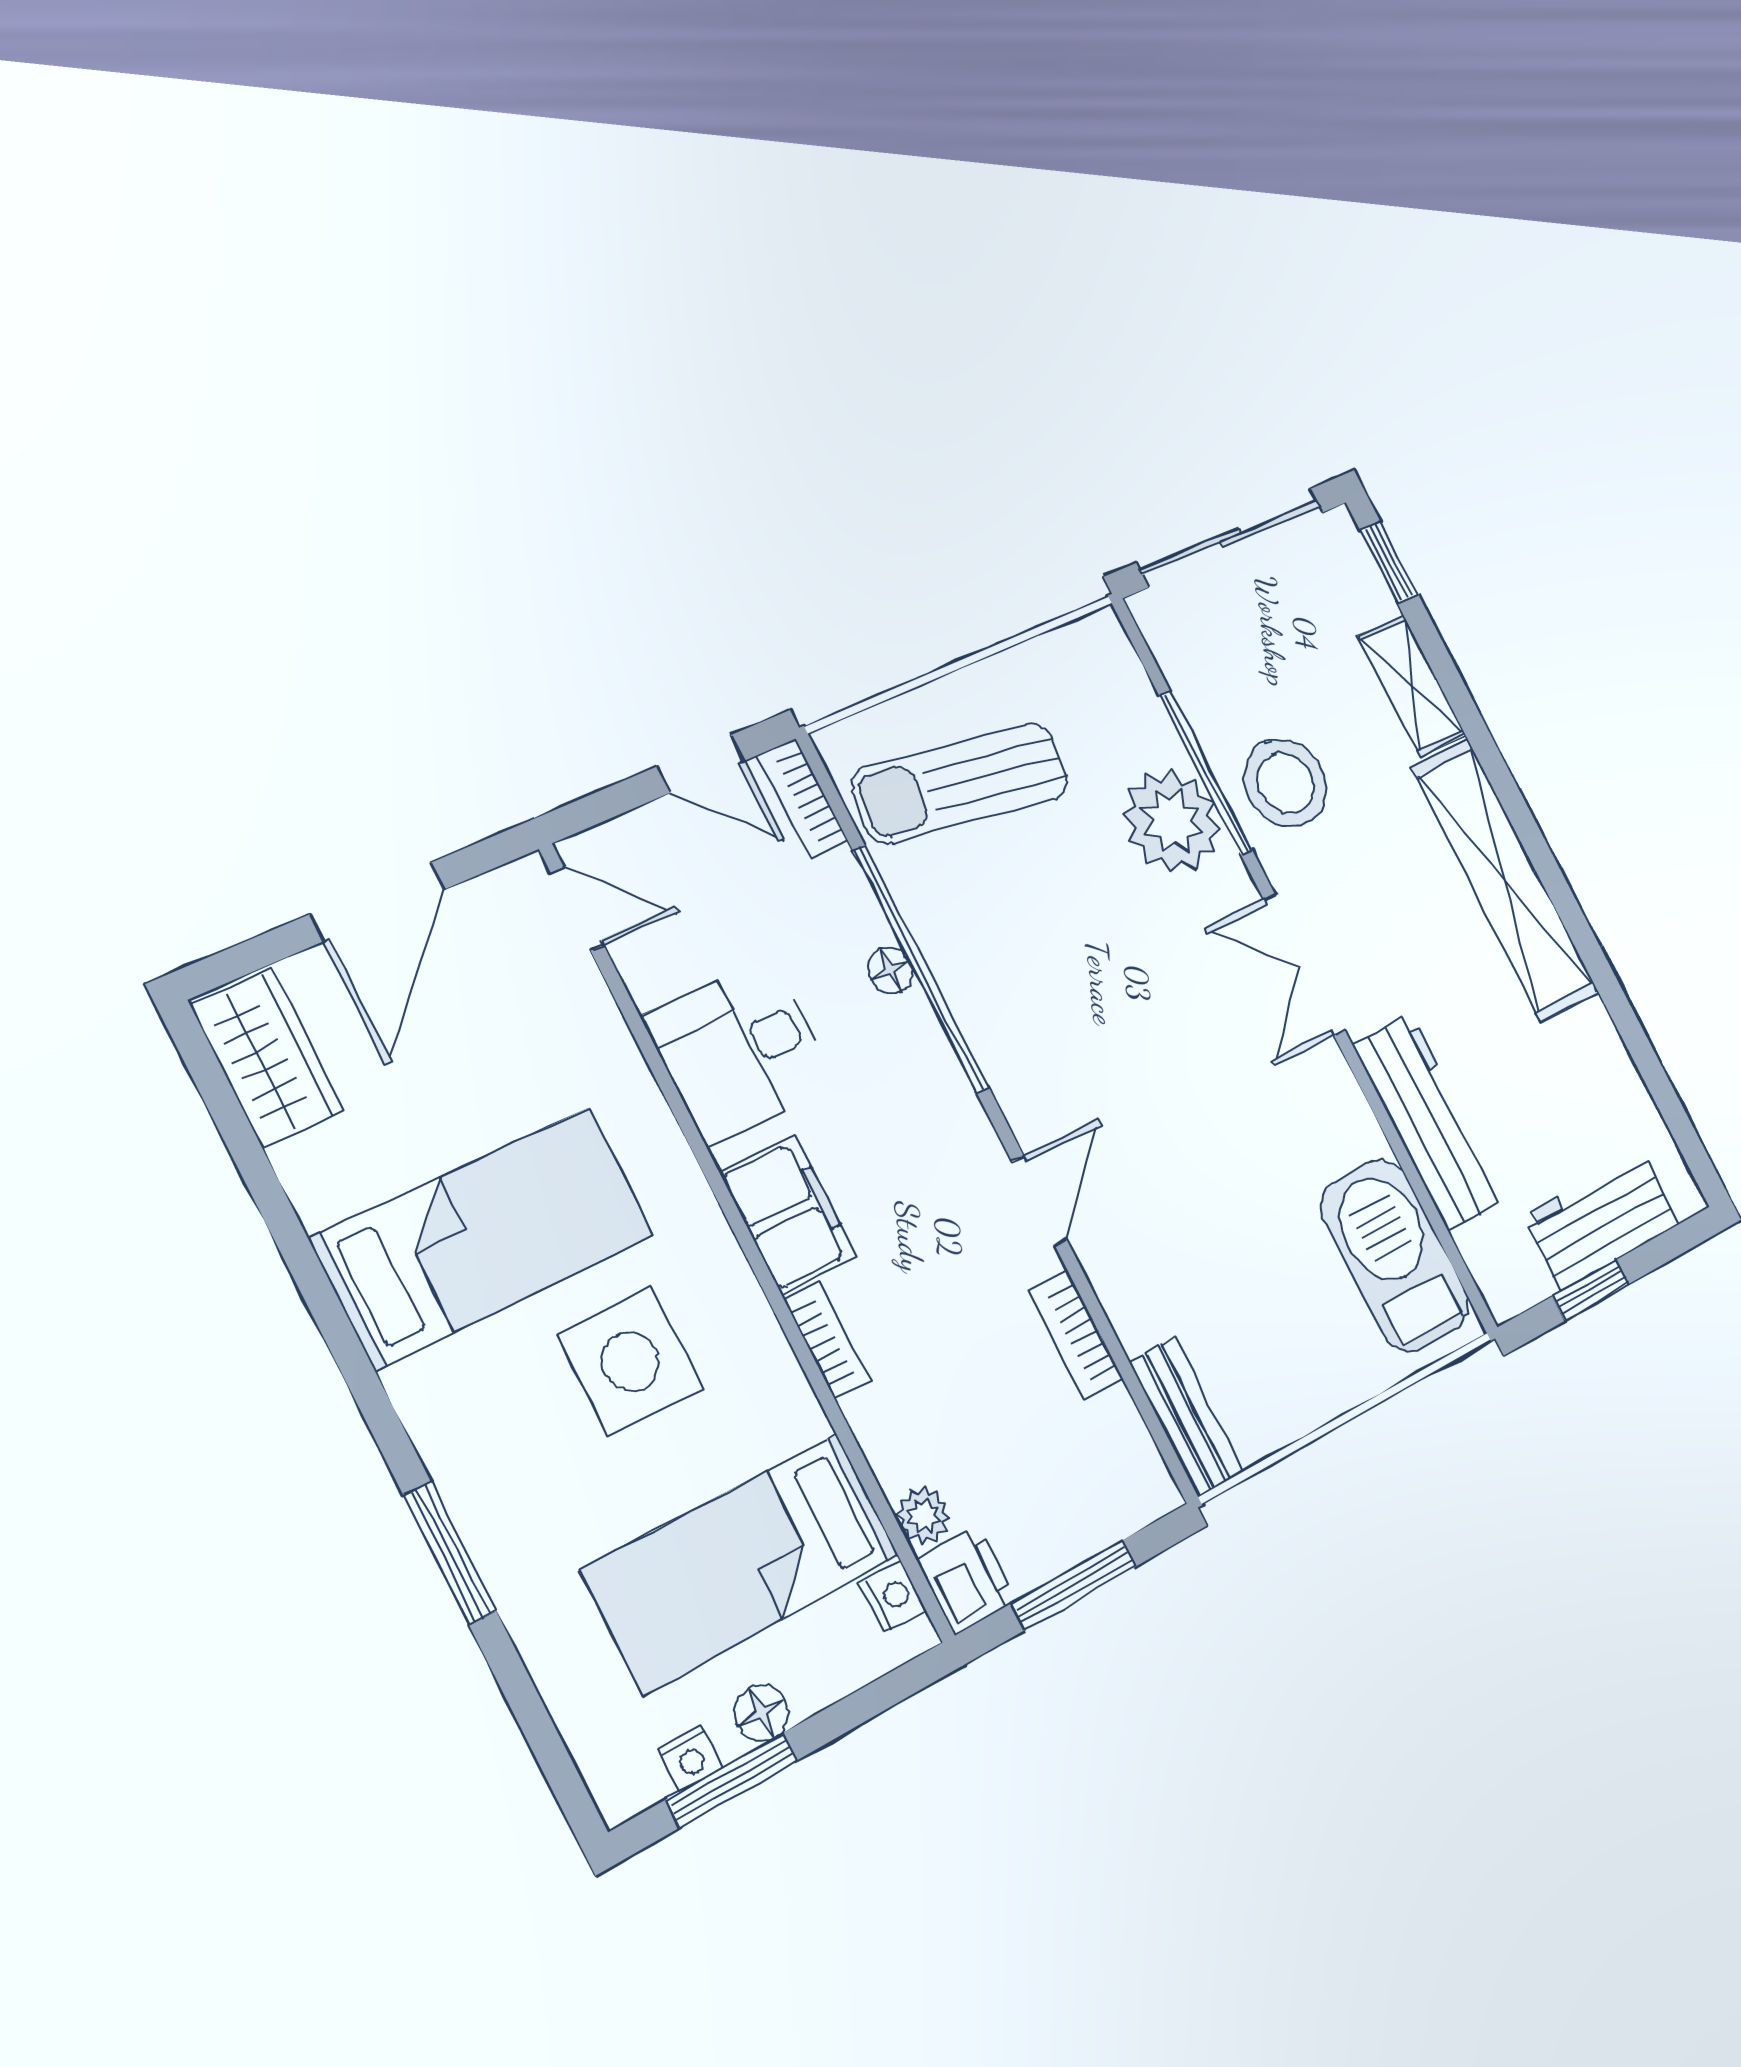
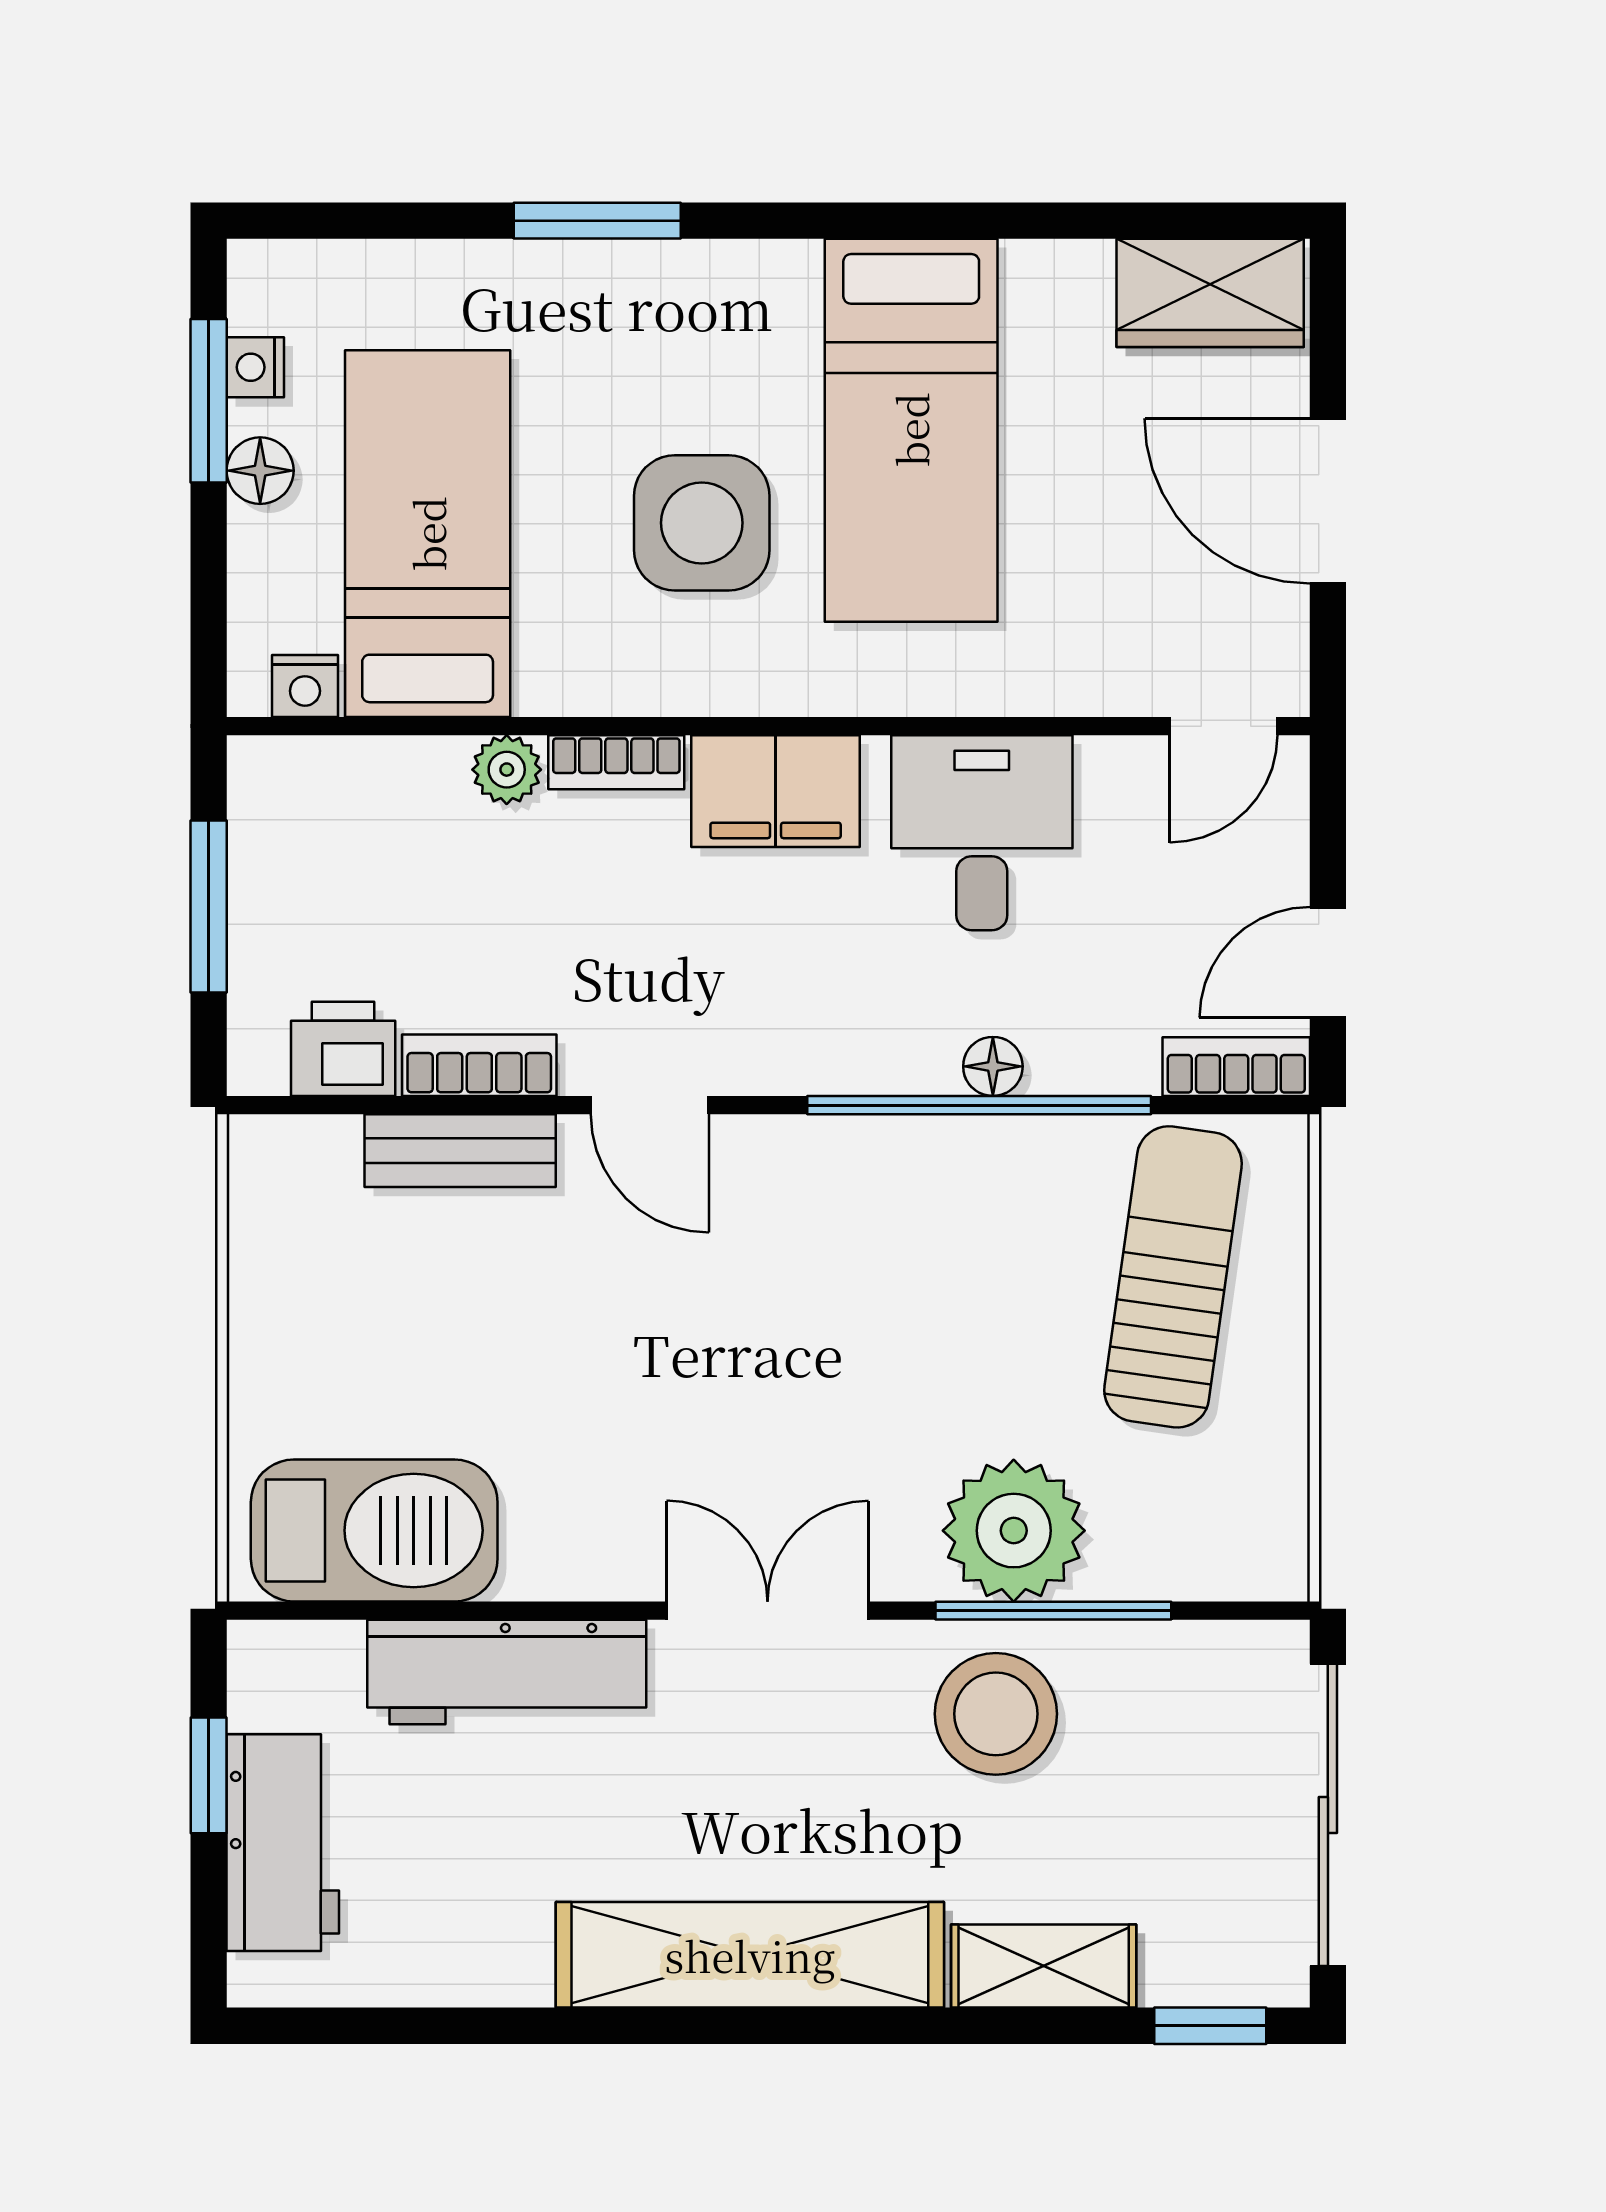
bench: (1186, 1417) -> (460, 1151), moved
plant: (923, 1516) -> (507, 770), moved
printer: (967, 1580) -> (343, 1049), moved, turned 180

